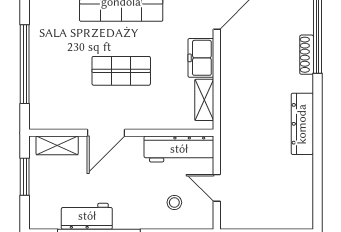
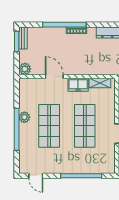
shop shelf: (121, 71) -> (85, 126), width x1.43, depth x1.36

